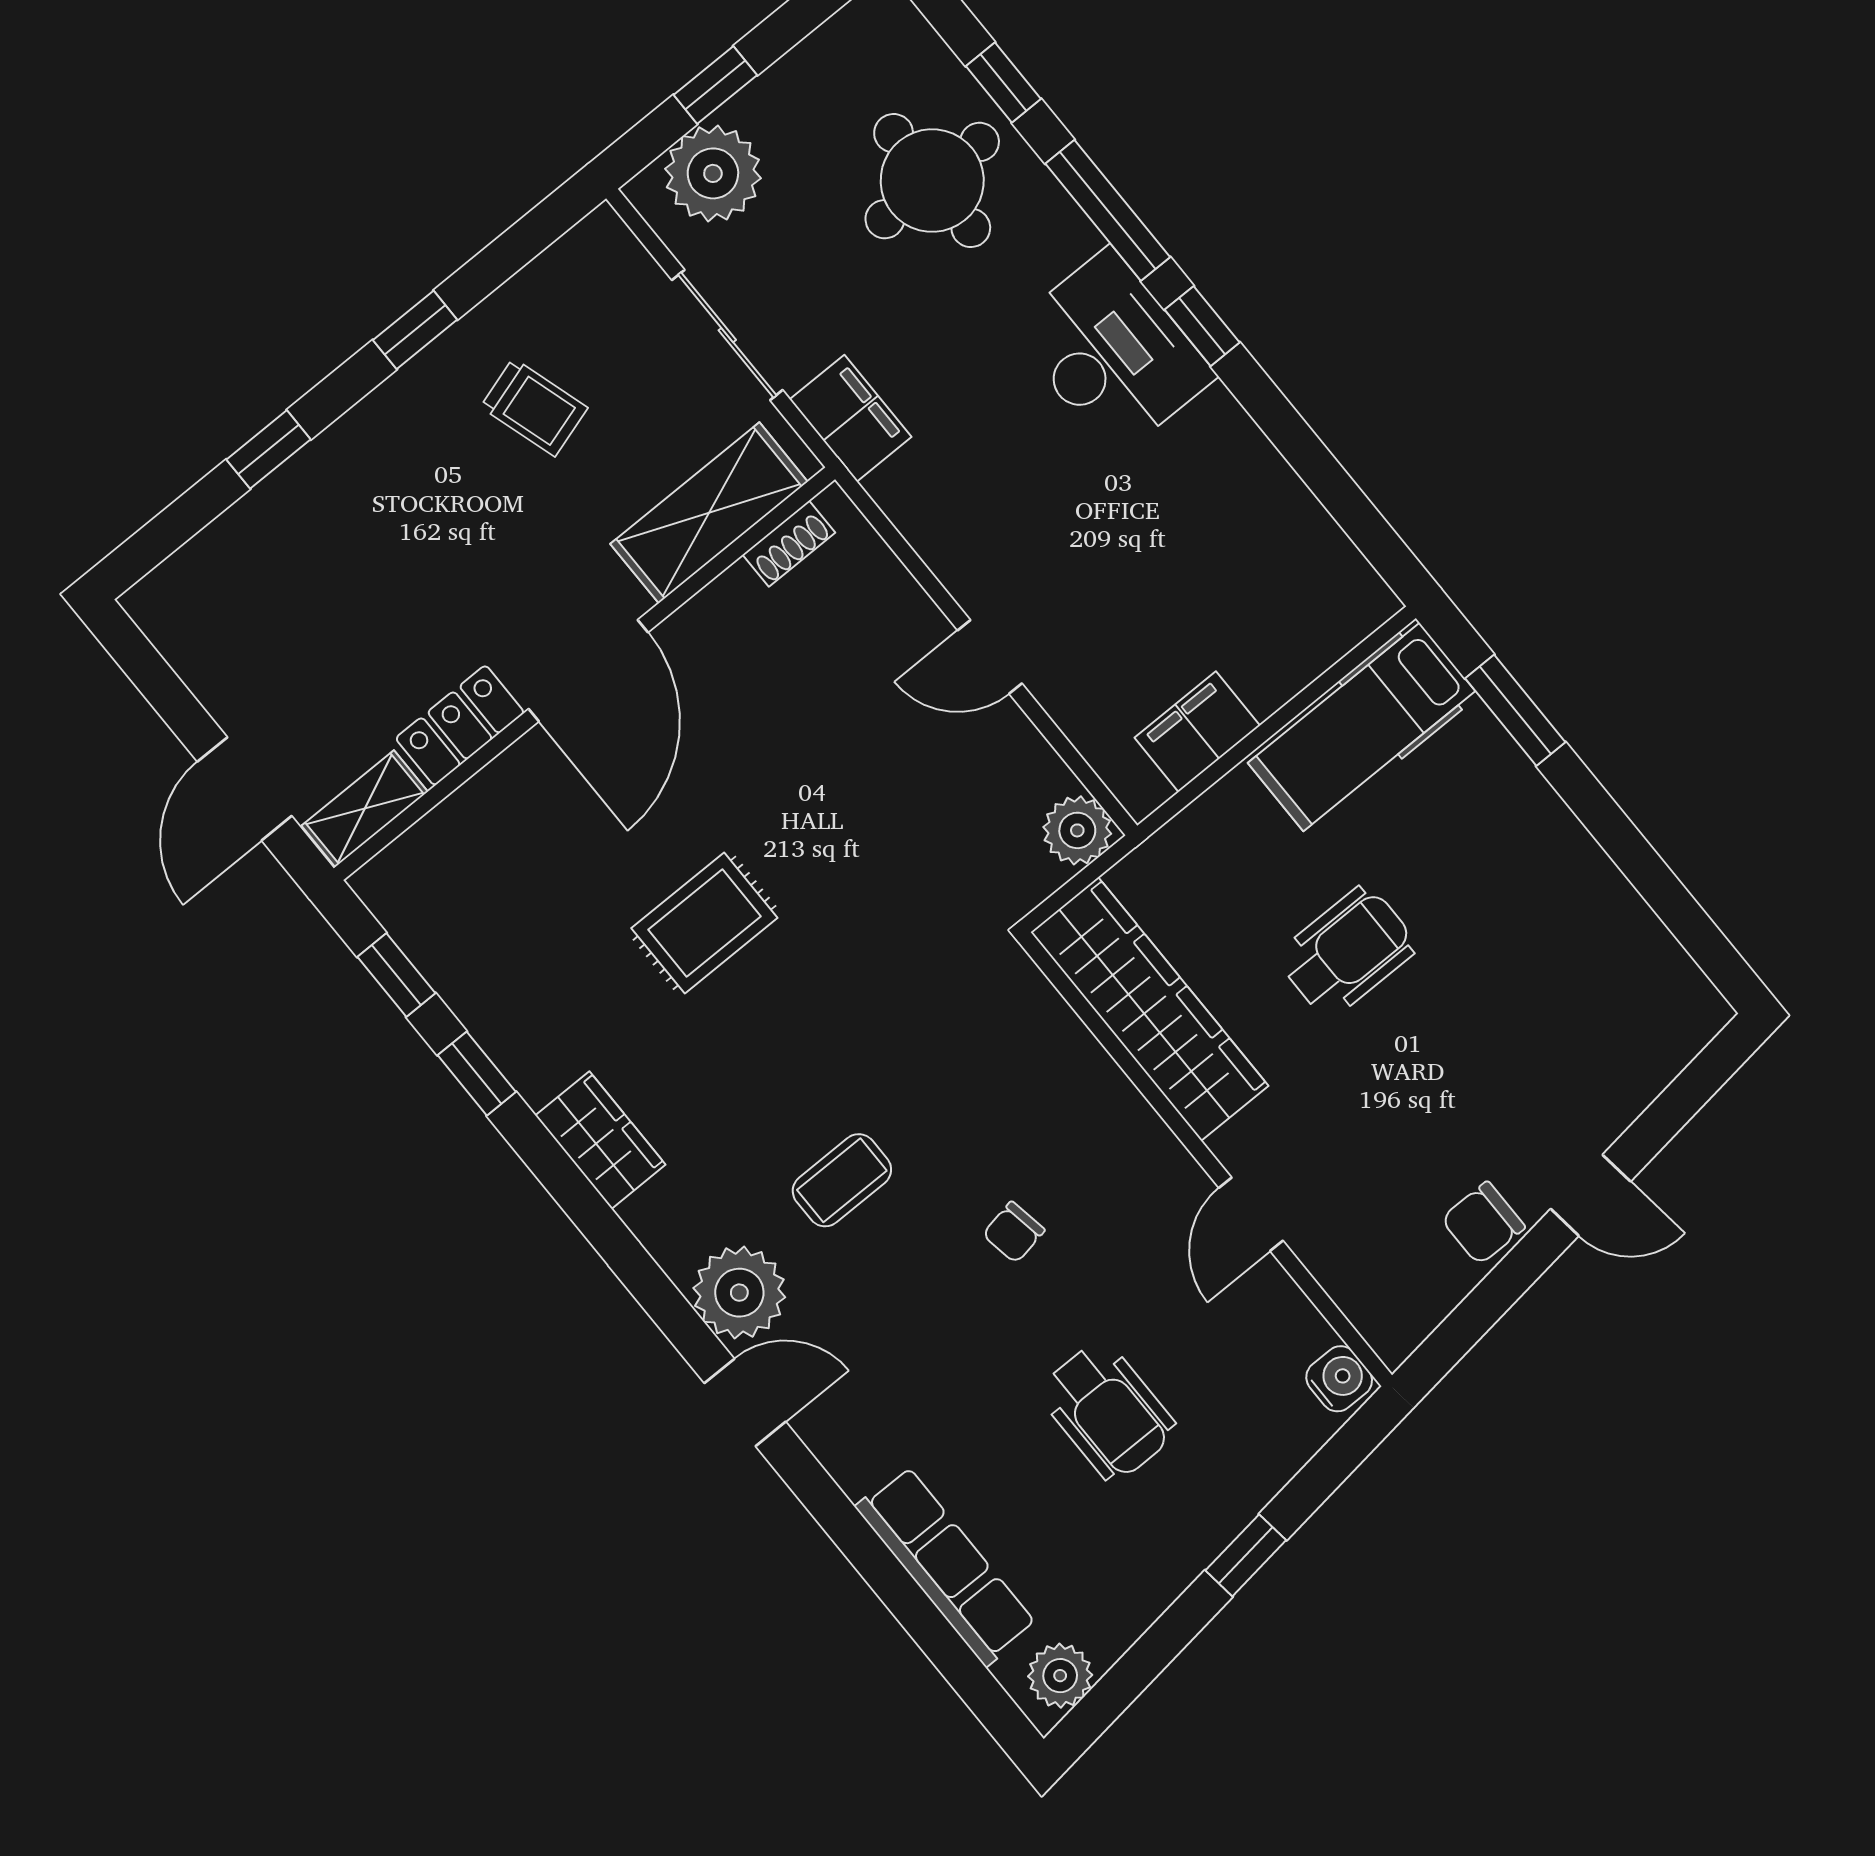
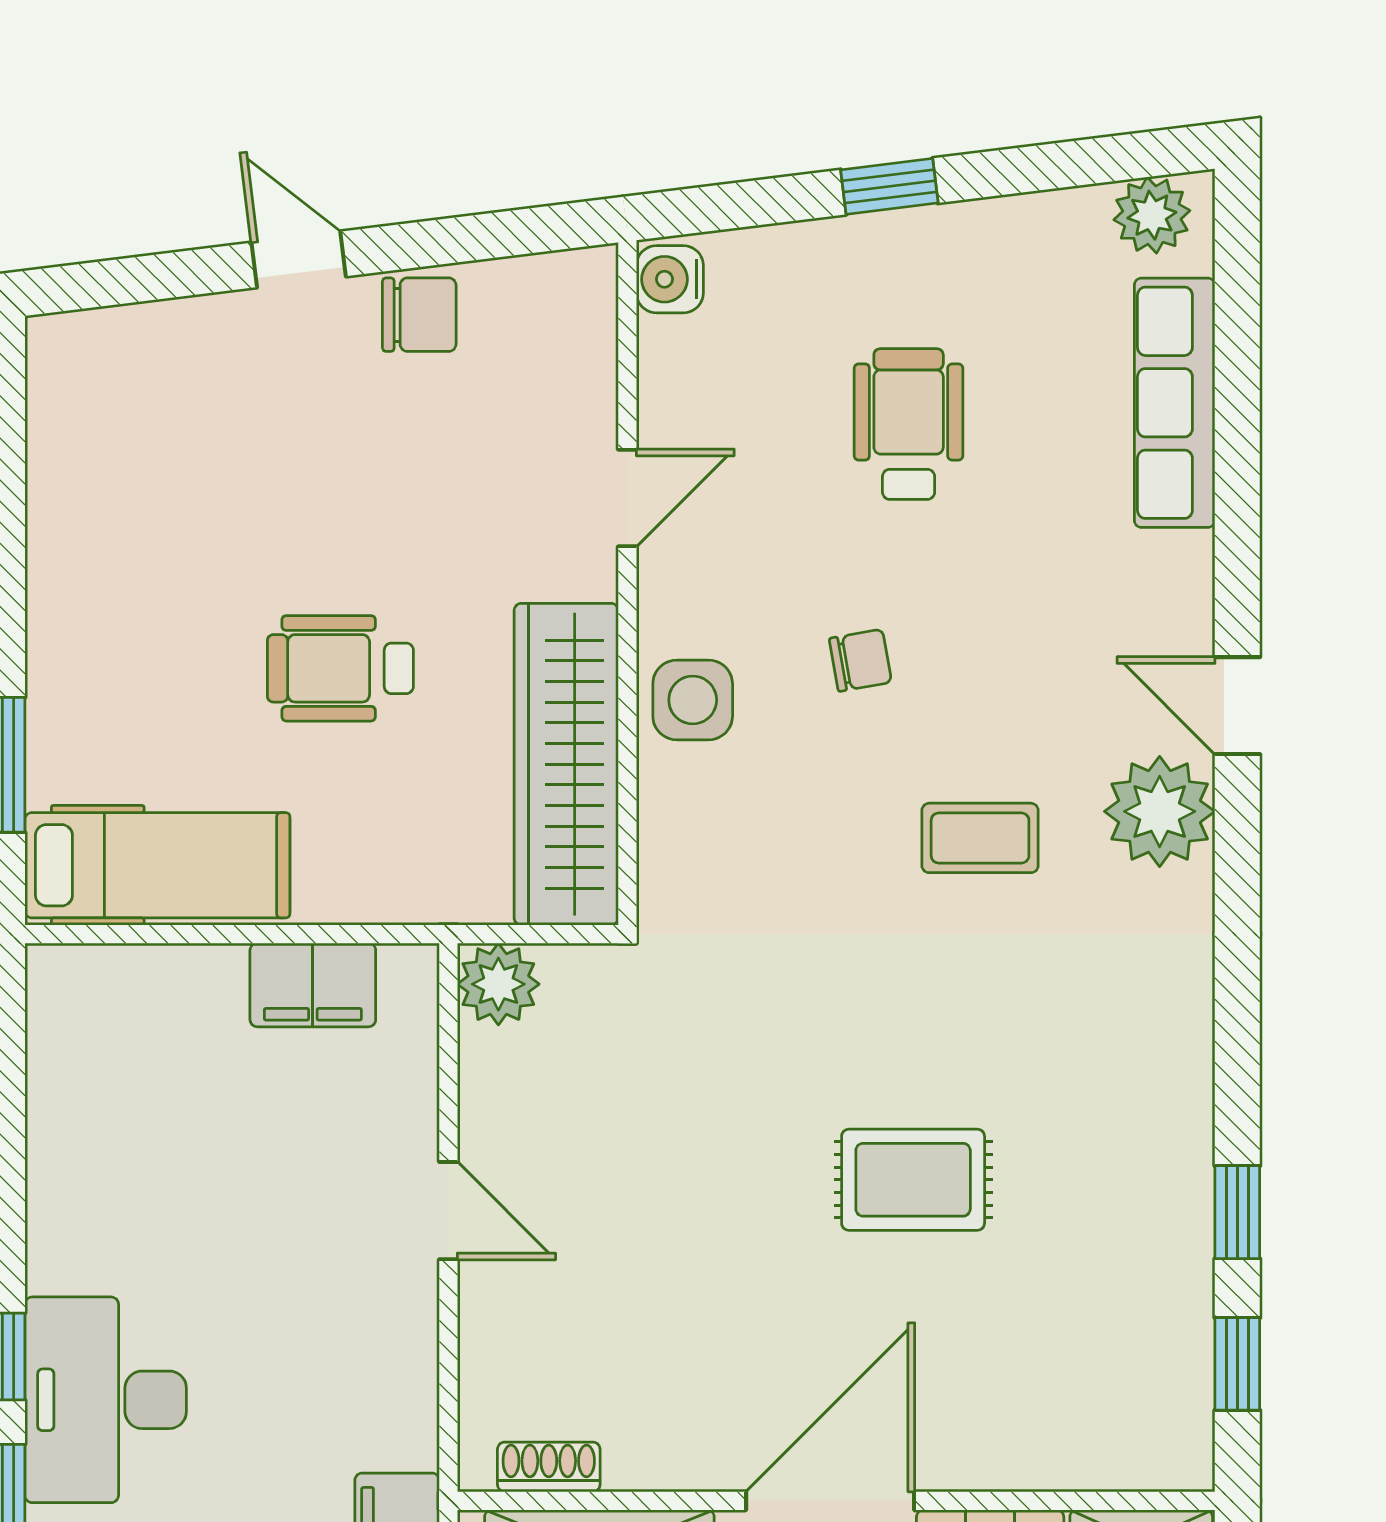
side table: (1102, 1118) -> (693, 700), added
wardrobe: (600, 1140) -> (1173, 1057), removed

